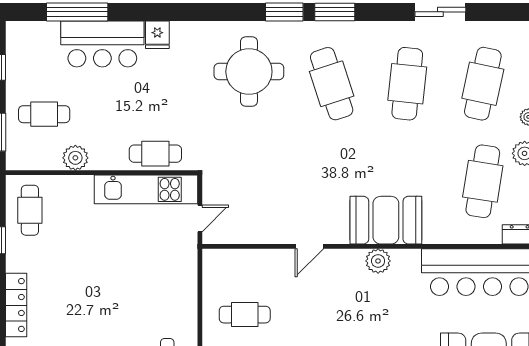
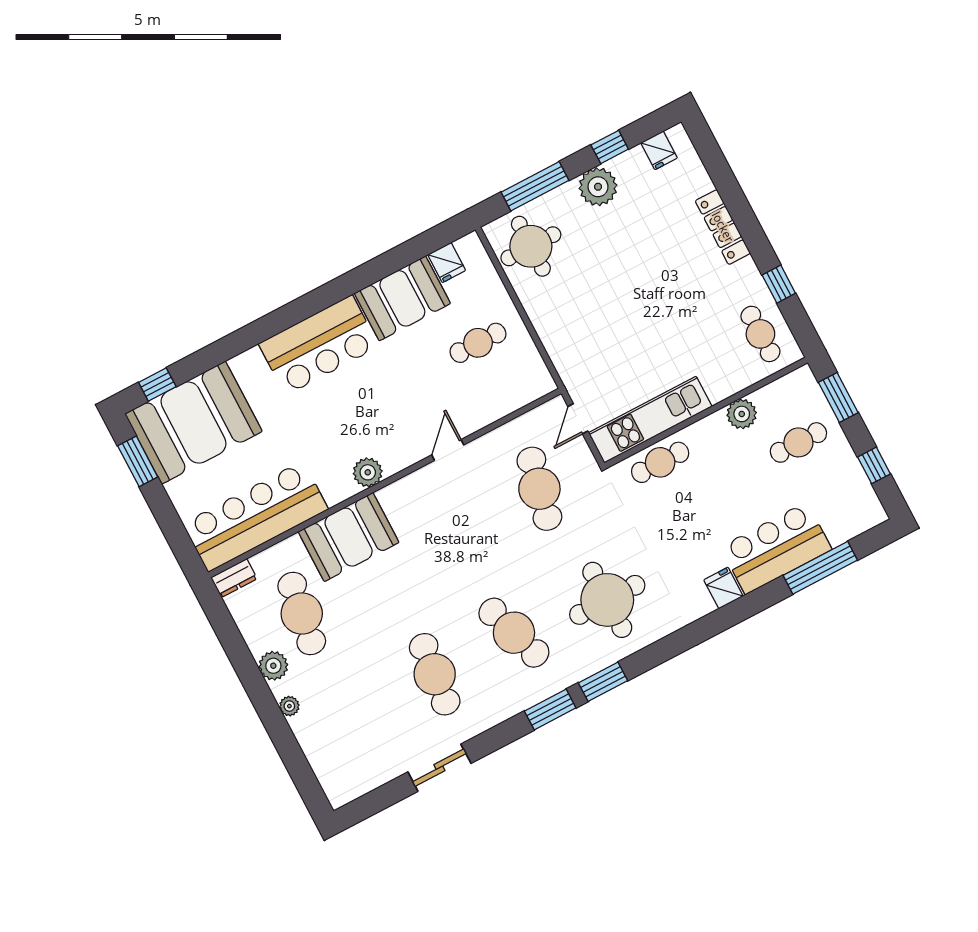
cafe table: (483, 84) -> (539, 489), moved
booth: (386, 220) -> (349, 537), moved

